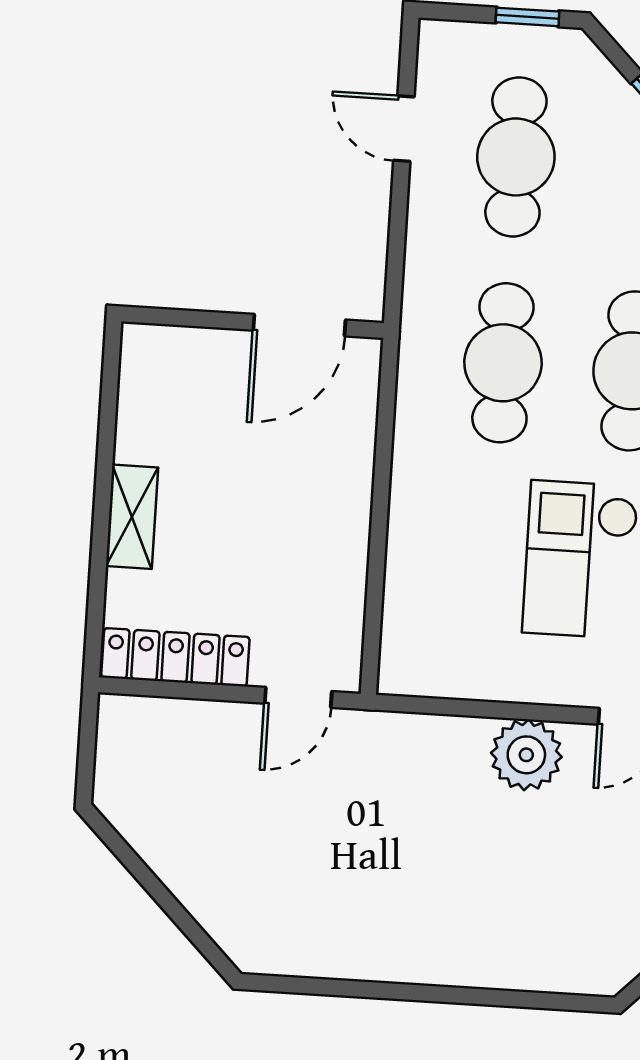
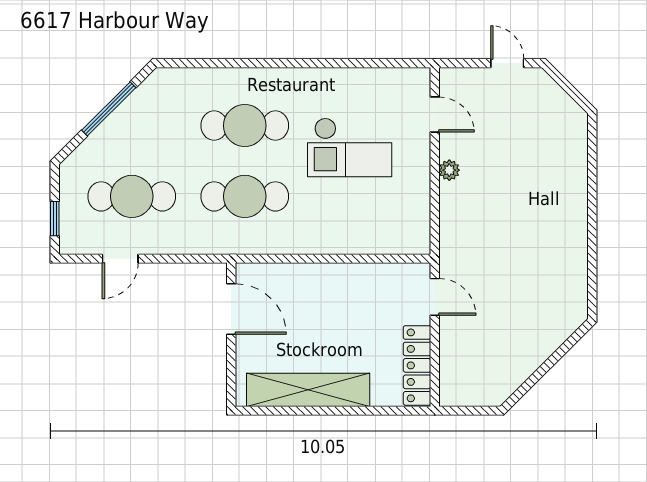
window: (527, 17) -> (55, 219), moved
shelving: (132, 517) -> (308, 390), width x2.20, depth x1.33
plant: (526, 755) -> (449, 170), width x0.53, depth x0.53

